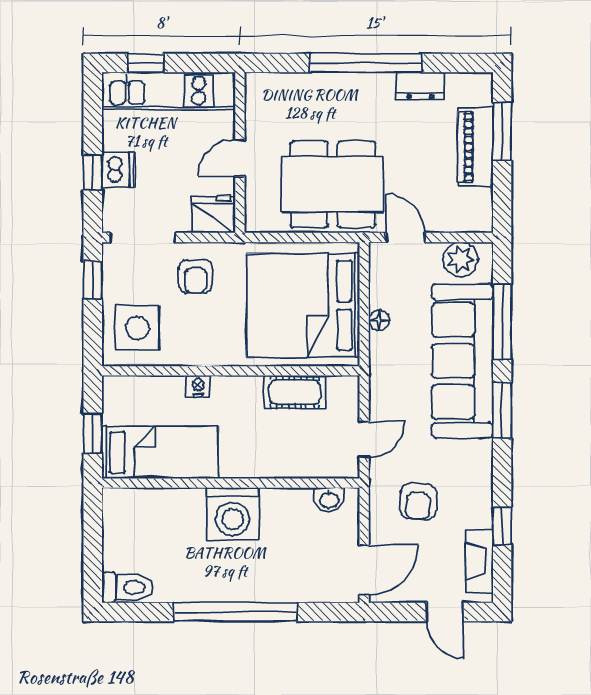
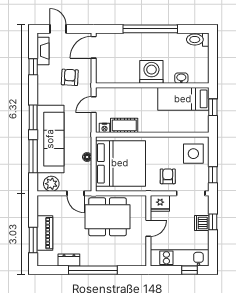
nightstand: (198, 386) -> (105, 128), moved
washbasin: (329, 500) -> (181, 78), moved

